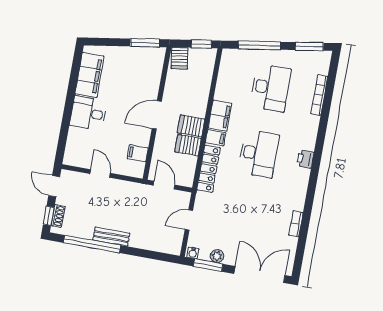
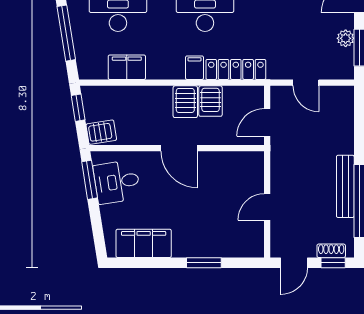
desk: (88, 113) -> (117, 182), moved, turned 81
filing cabinet: (220, 116) -> (127, 67), moved
window: (67, 118) -> (204, 263), added
filing cabinet: (138, 153) -> (232, 164), removed
bench: (111, 237) -> (345, 186), width x1.36
water cooler: (193, 253) -> (347, 70), removed

